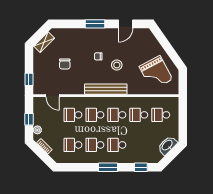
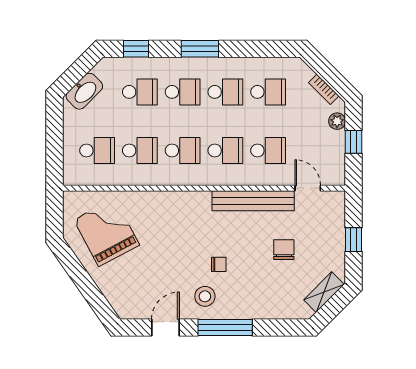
window: (95, 24) -> (225, 328), width x1.44
stool: (117, 65) -> (205, 296), moved
window: (29, 79) -> (354, 240), moved
bench: (106, 89) -> (253, 201), moved
school desk: (139, 145) -> (140, 92), added

